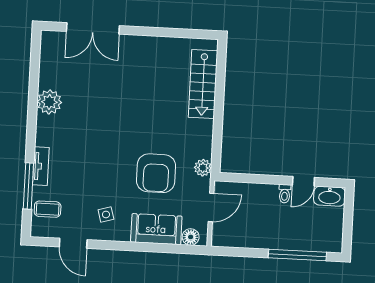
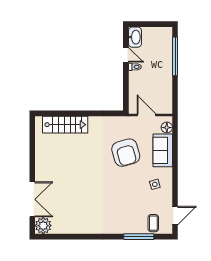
plant: (49, 102) -> (43, 226), moved
tv unit: (41, 166) -> (125, 229), removed
plant: (203, 168) -> (121, 122), removed
armchair: (156, 173) -> (126, 153), turned 74
door: (73, 243) -> (175, 216), moved

